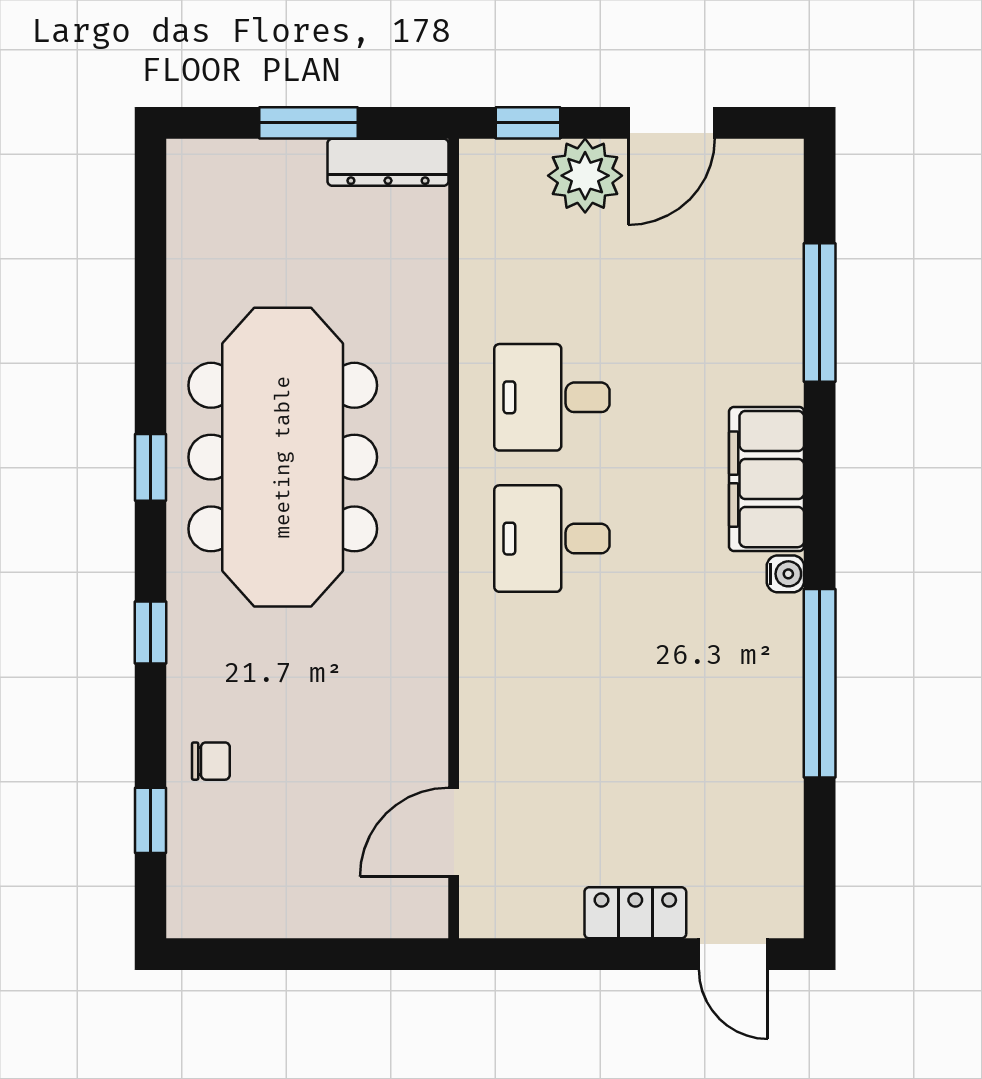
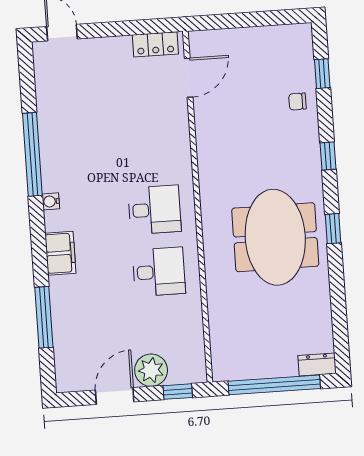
window: (308, 123) -> (274, 385), width x2.11
dresser: (388, 162) -> (317, 364), moved, width x0.70
meeting table: (283, 457) -> (275, 237), width x0.73
filing cabinet: (767, 479) -> (60, 253), width x0.67, depth x0.86
locker: (635, 913) -> (155, 44), moved

